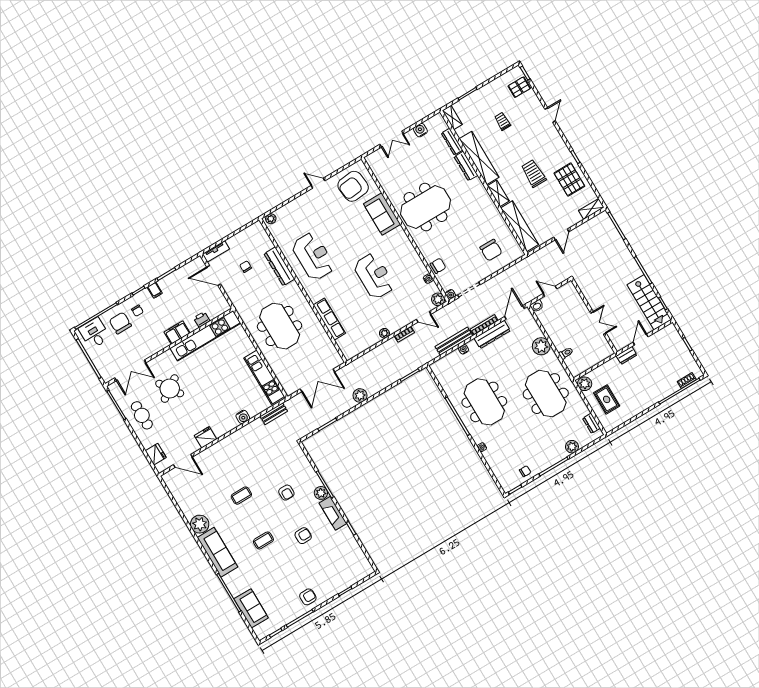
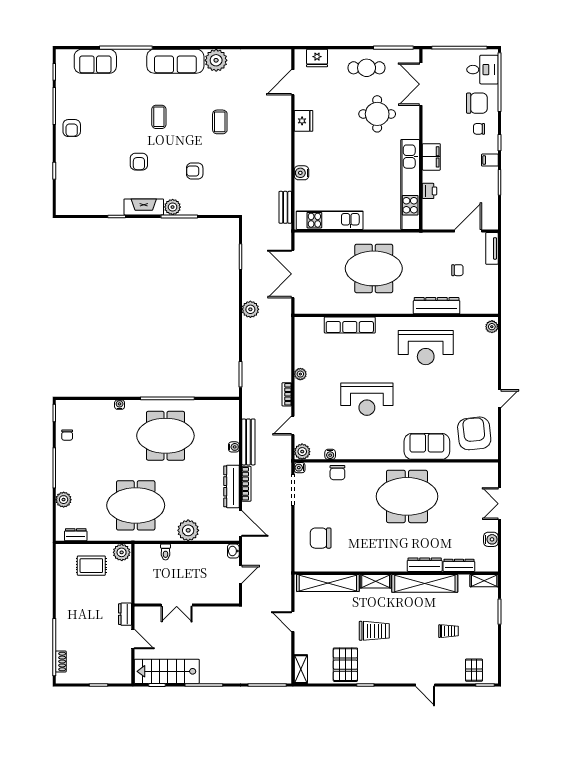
pallet: (569, 180) -> (345, 665), turned 90
meeting table: (426, 207) -> (407, 496), turned 90
round table: (170, 389) -> (377, 114), turned 34

